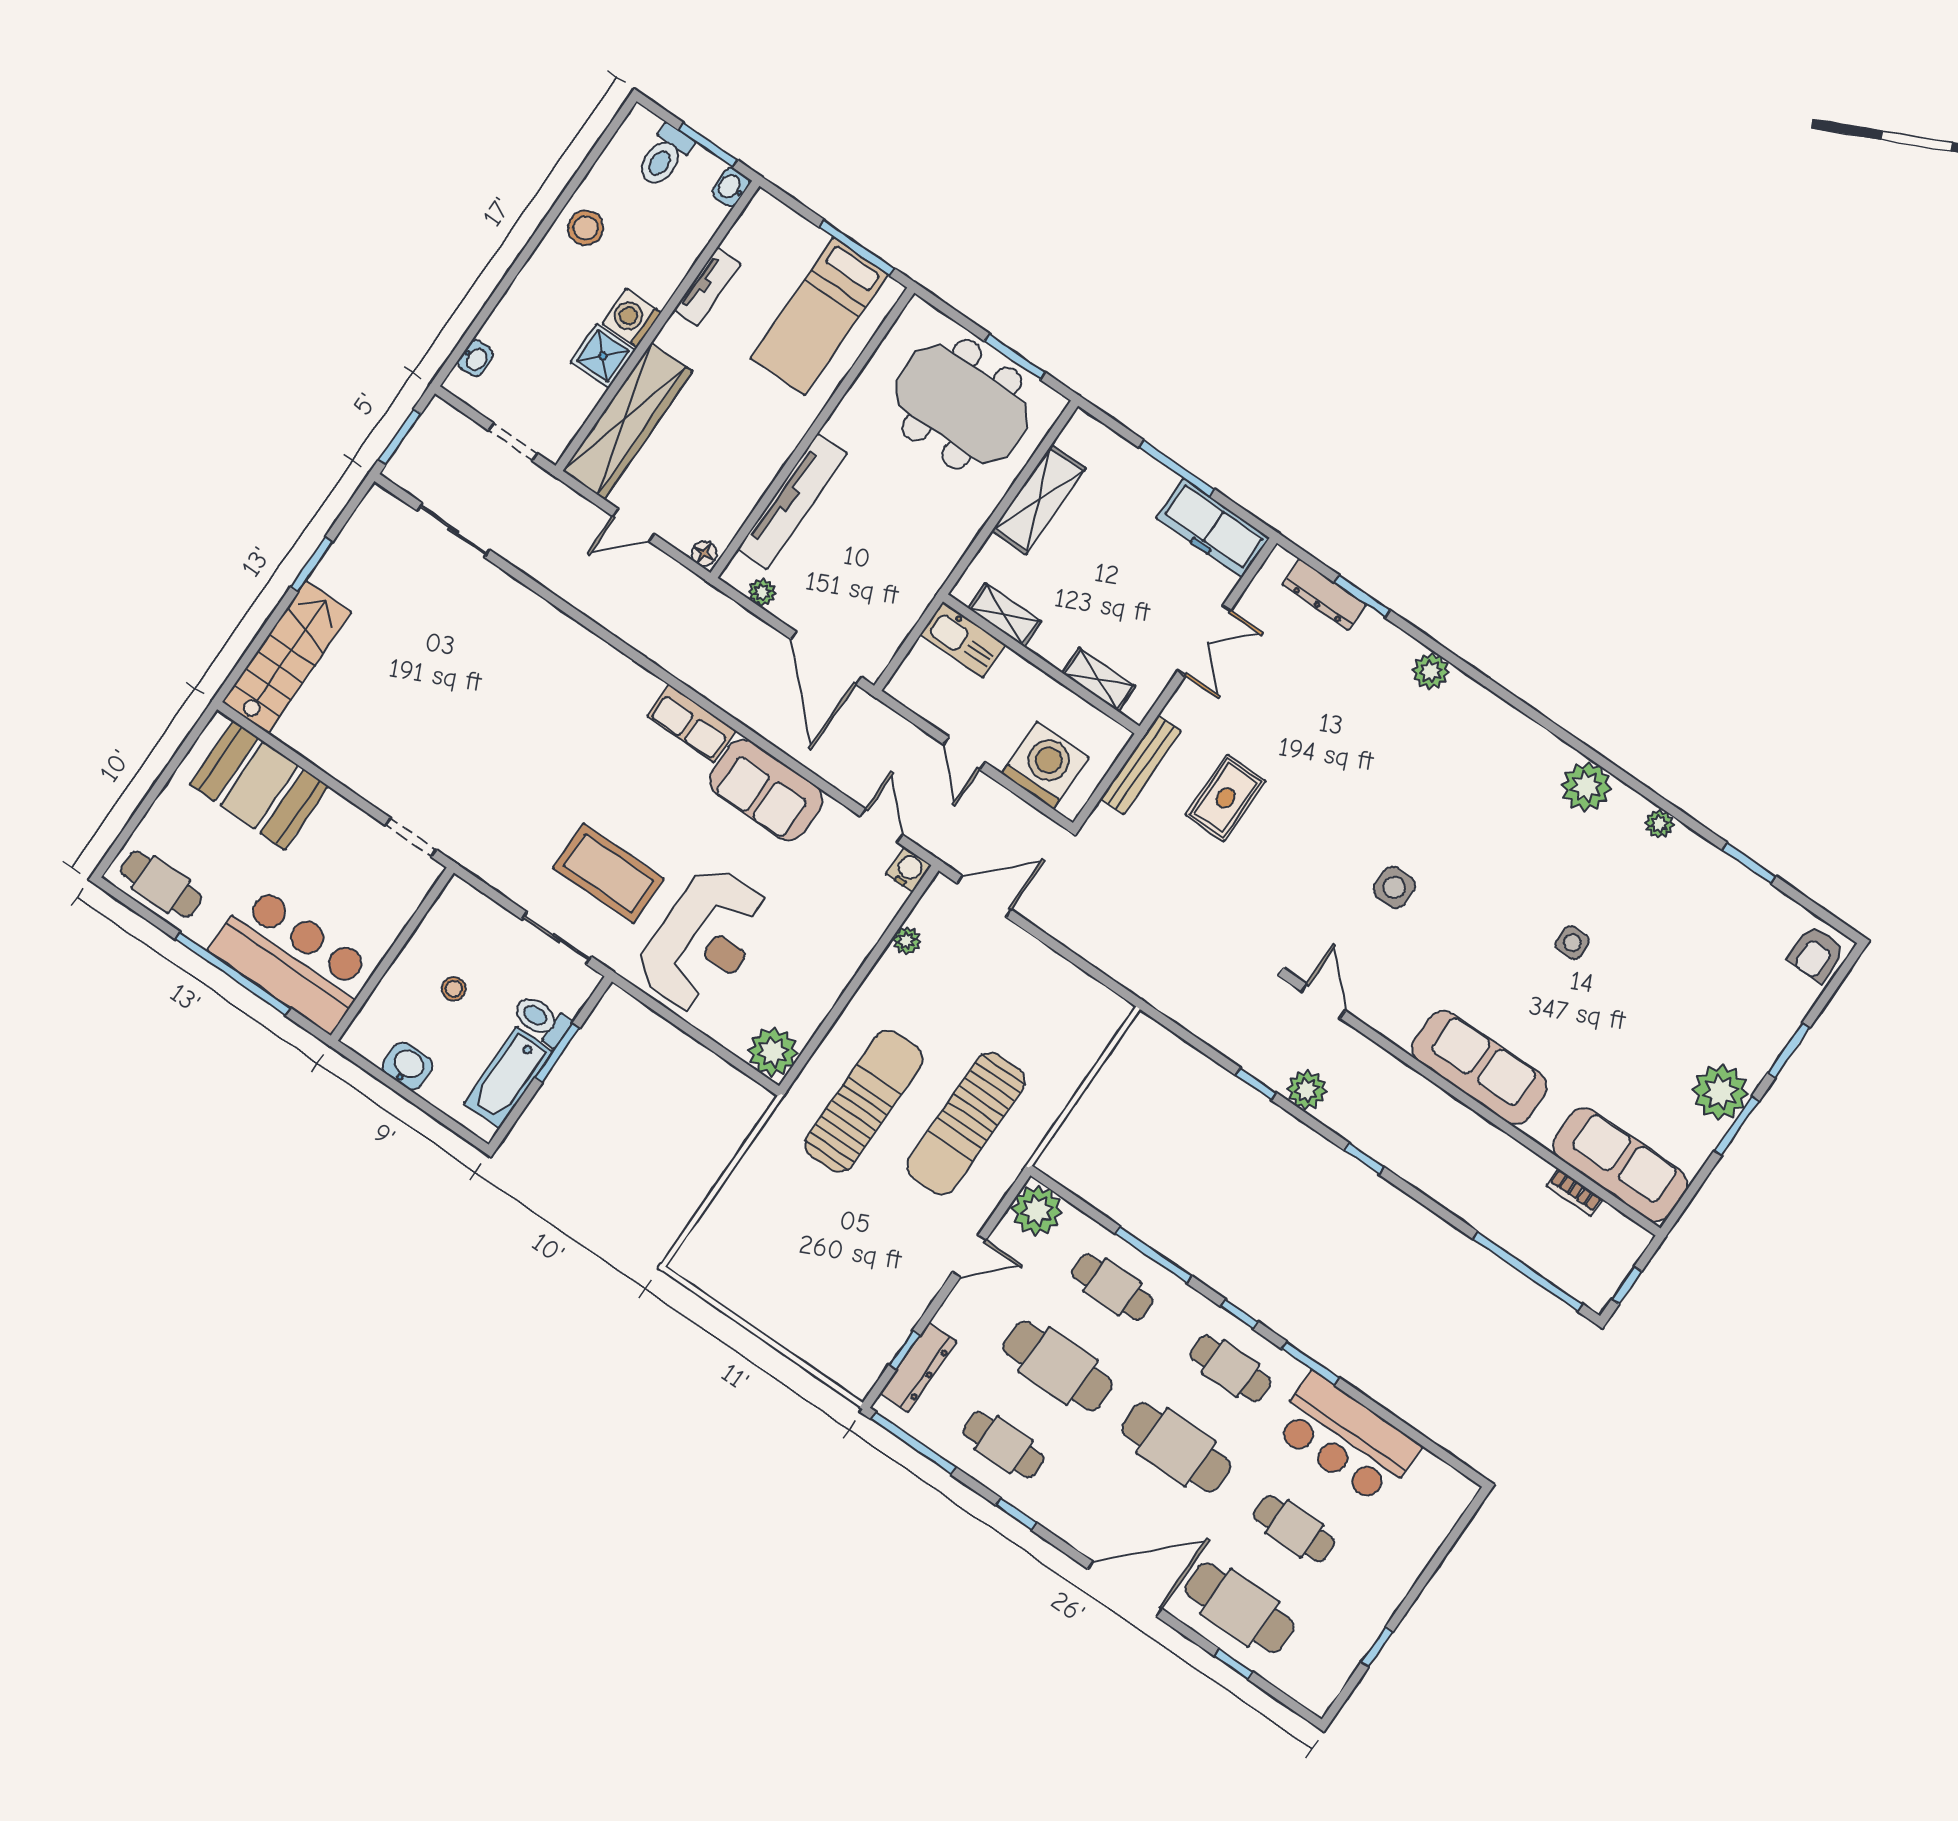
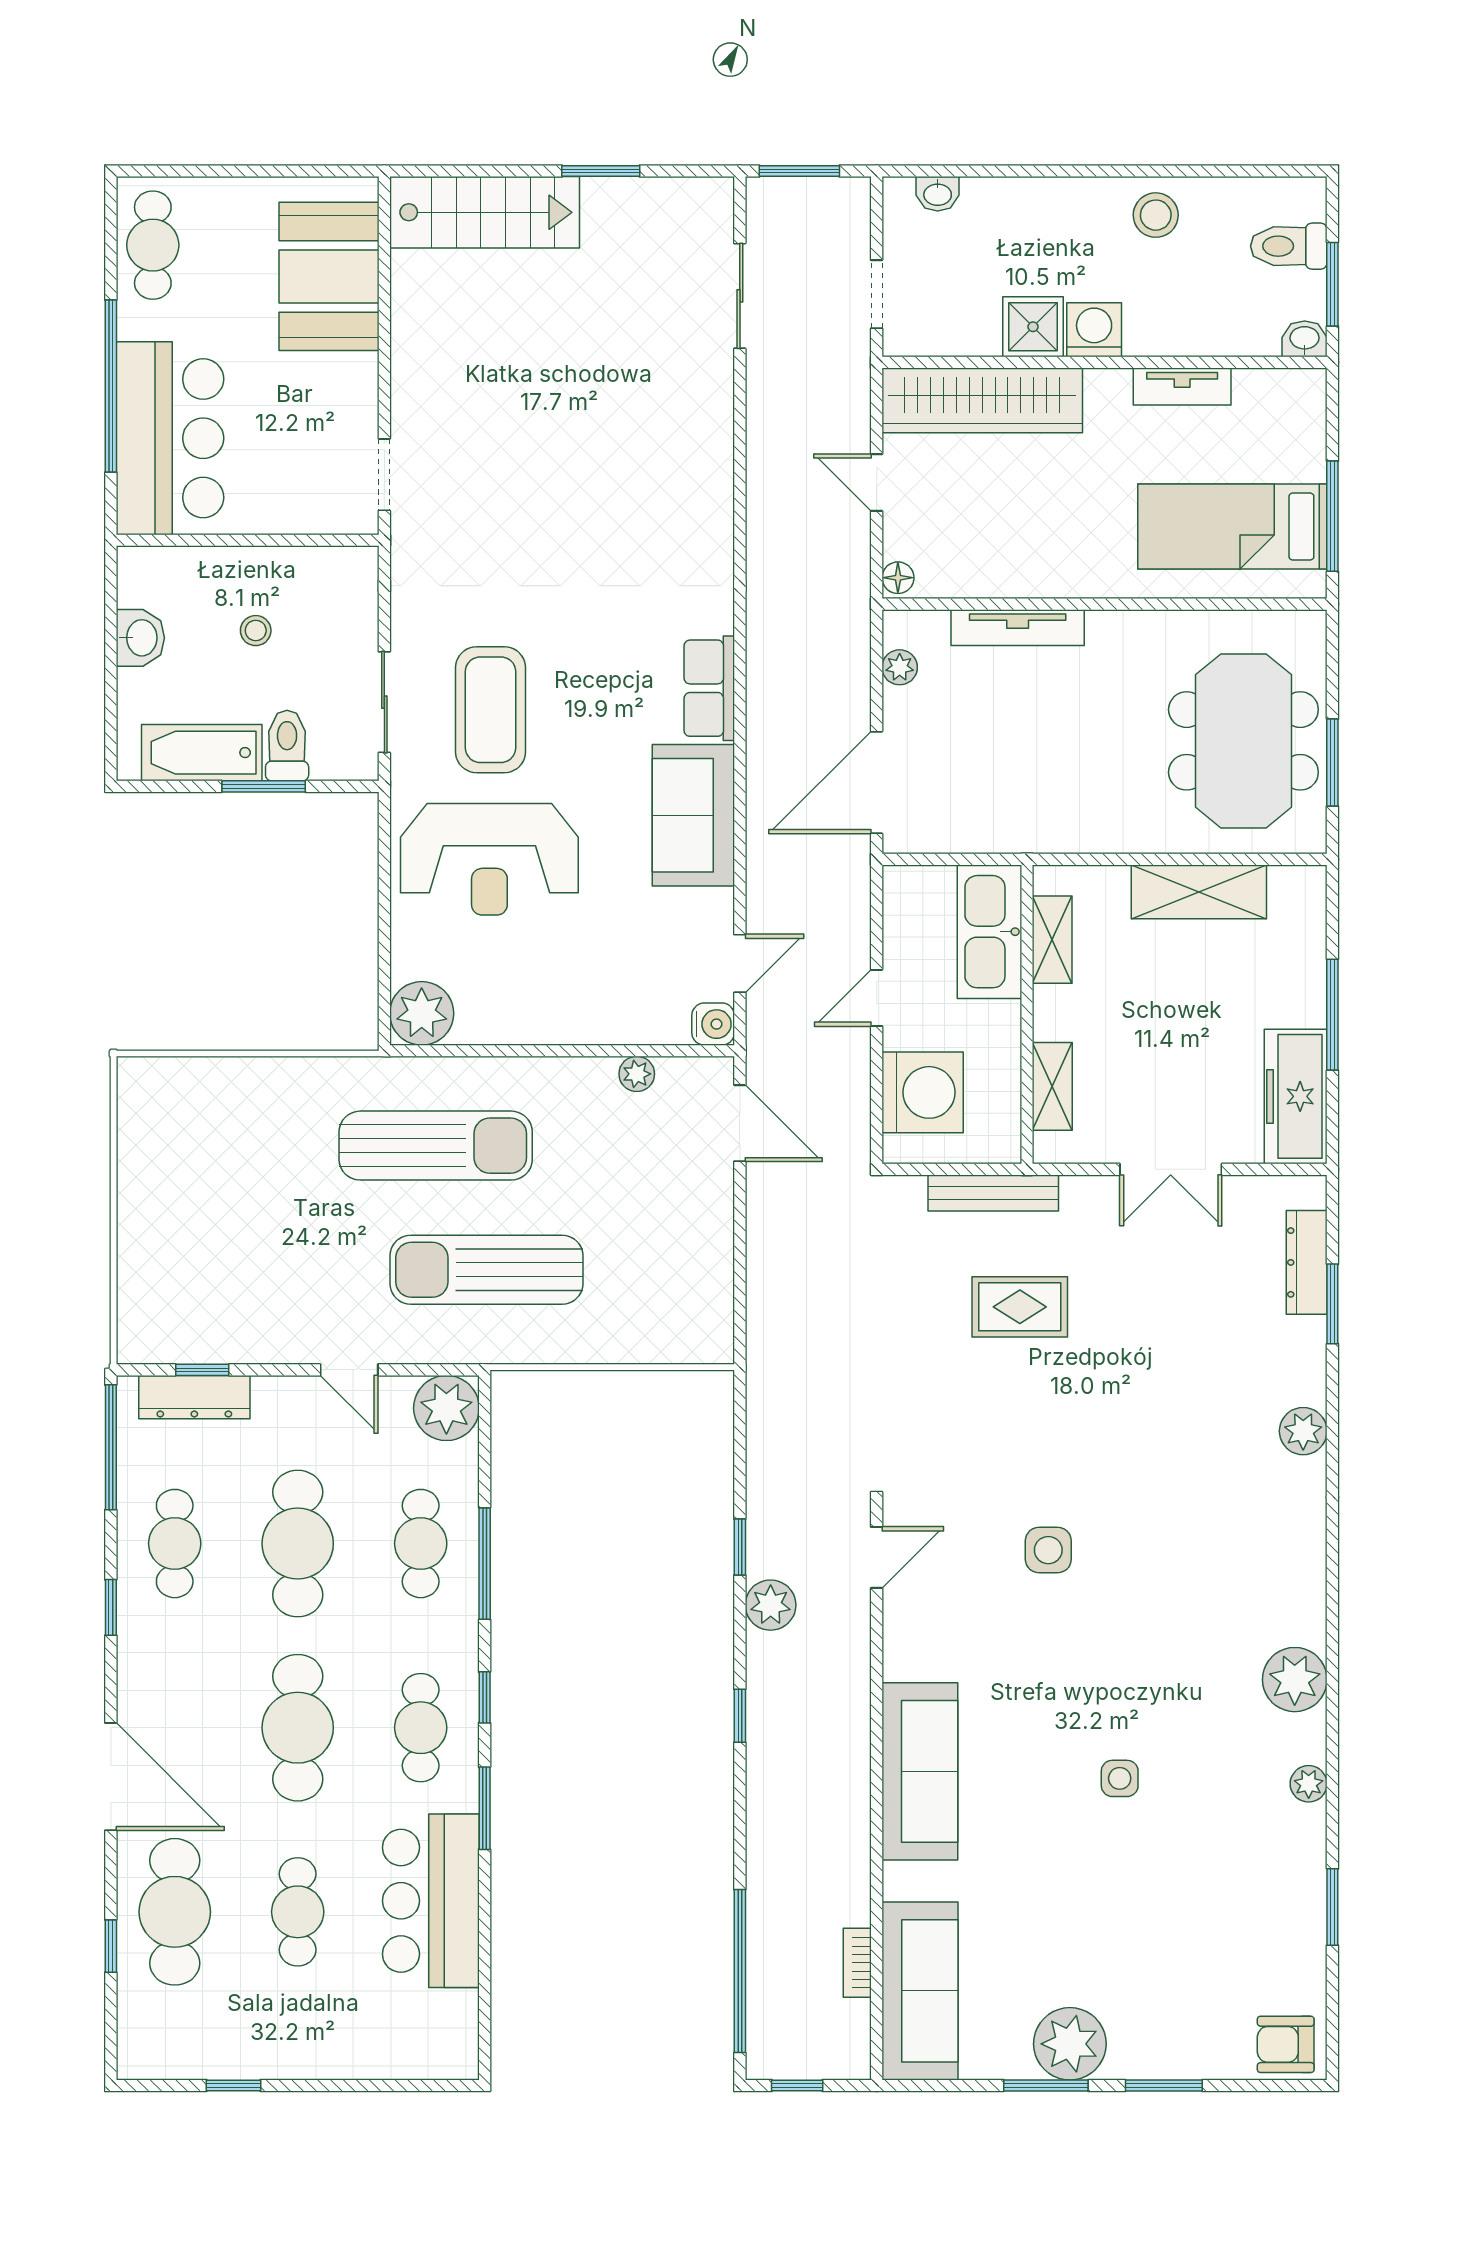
tv unit: (792, 501) -> (1018, 628), width x0.73, depth x0.78
kitchen sink: (963, 640) -> (989, 932), width x1.36, depth x1.24

